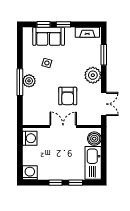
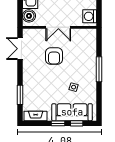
sofa: (49, 36) -> (72, 112), width x1.36
plant: (93, 75) -> (30, 76), removed
plant: (29, 81) -> (90, 70), removed
armchair: (68, 96) -> (54, 56), turned 180

